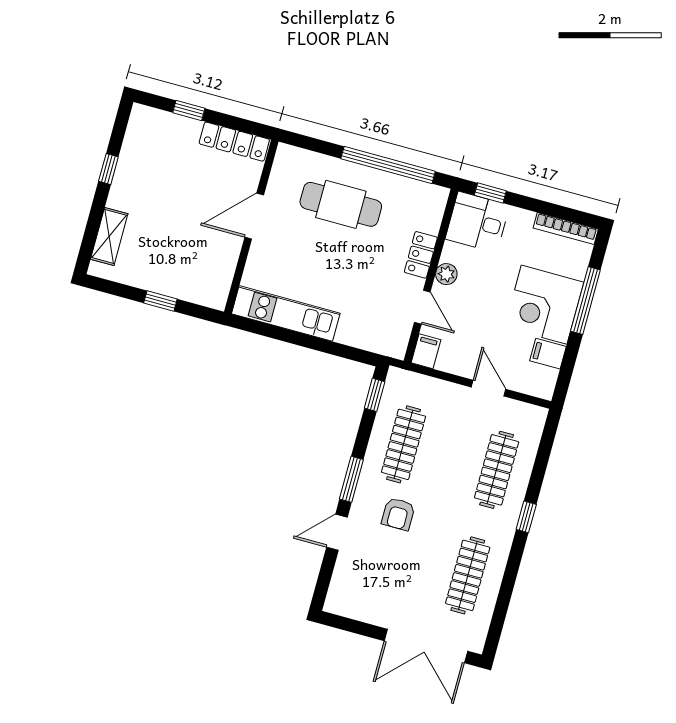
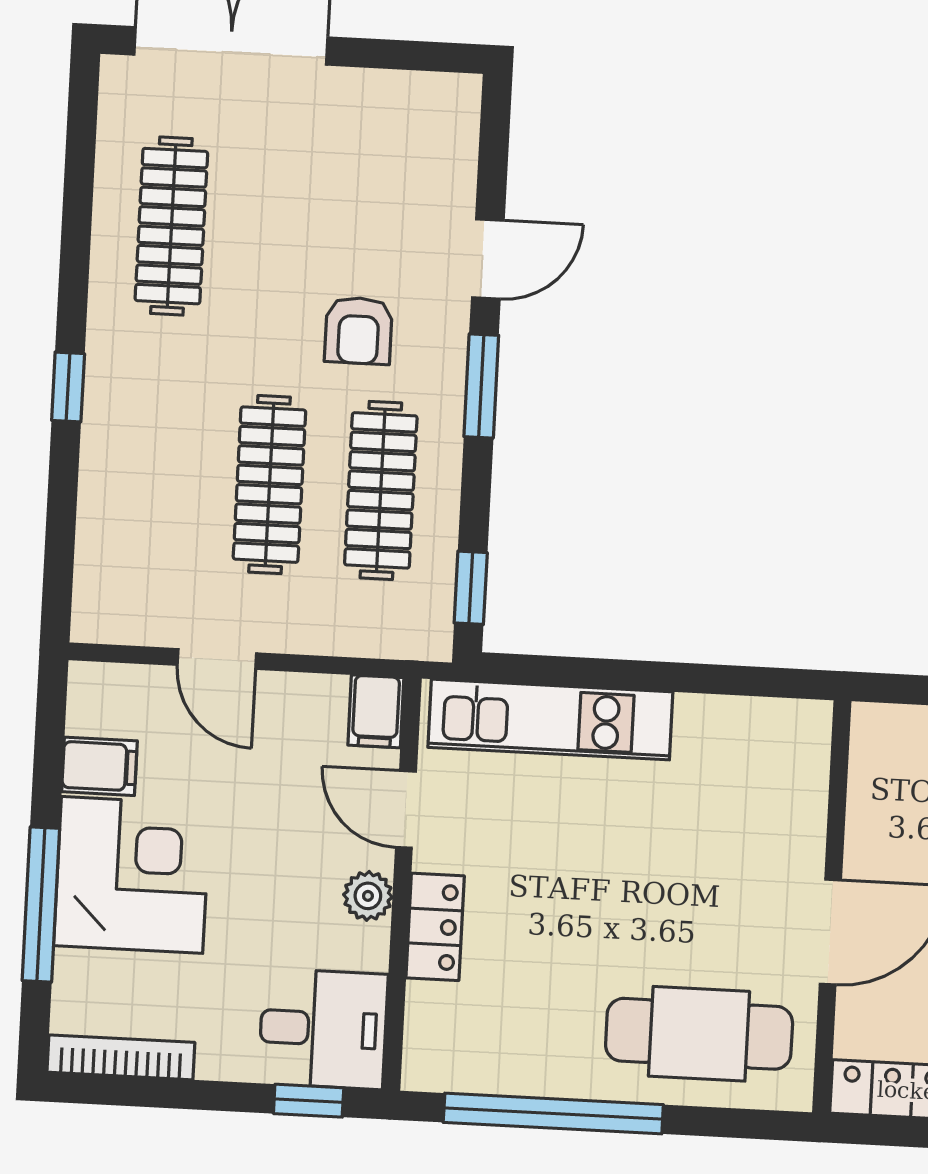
cafe table: (341, 204) -> (699, 1034), moved
kitchen unit: (286, 313) -> (550, 720), moved
clothes rail: (497, 470) -> (269, 485), moved
armchair: (398, 514) -> (358, 331), turned 180

